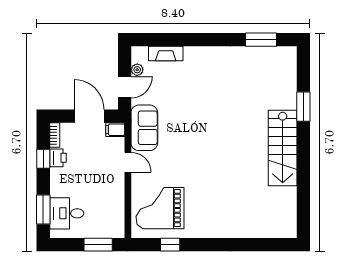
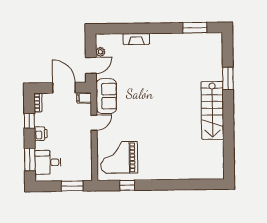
fireplace: (166, 54) -> (136, 39), moved
printer: (58, 158) -> (41, 134), moved
door: (128, 162) -> (94, 123), hinge flipped

